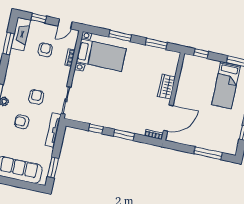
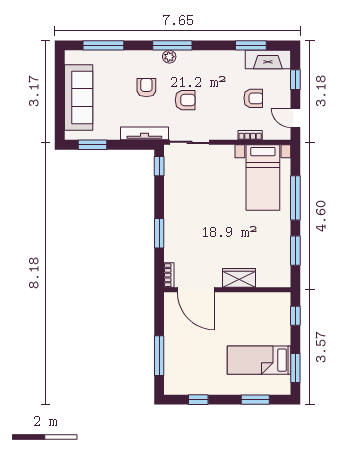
window: (120, 36) -> (295, 198), width x1.44
window: (96, 129) -> (159, 166), moved

